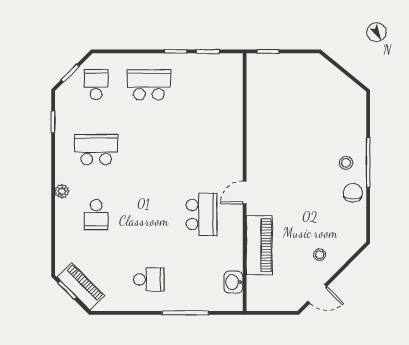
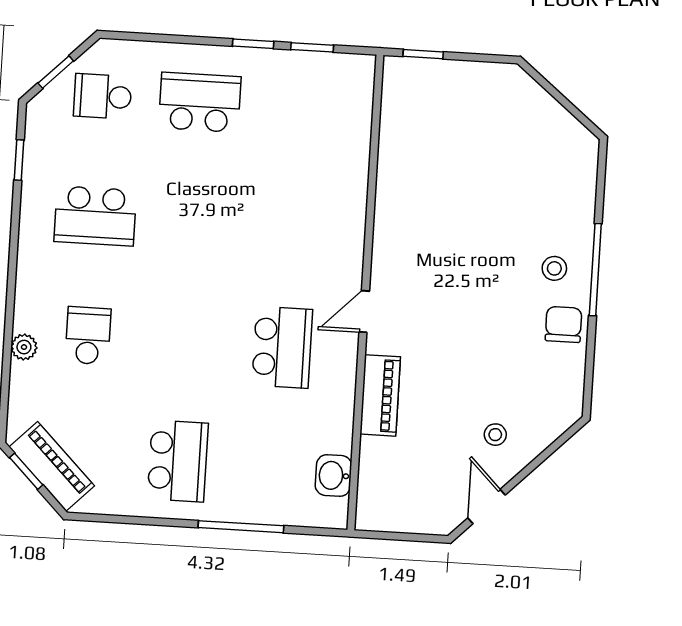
school desk: (96, 85) -> (103, 96), turned -90
school desk: (96, 150) -> (95, 216), turned 180
plant: (62, 191) -> (24, 347), moved
school desk: (96, 215) -> (88, 335), turned 180
piano: (259, 245) -> (380, 395), width x0.73, depth x0.75
school desk: (149, 279) -> (178, 461), width x1.85
door: (317, 294) -> (486, 506), swing flipped

